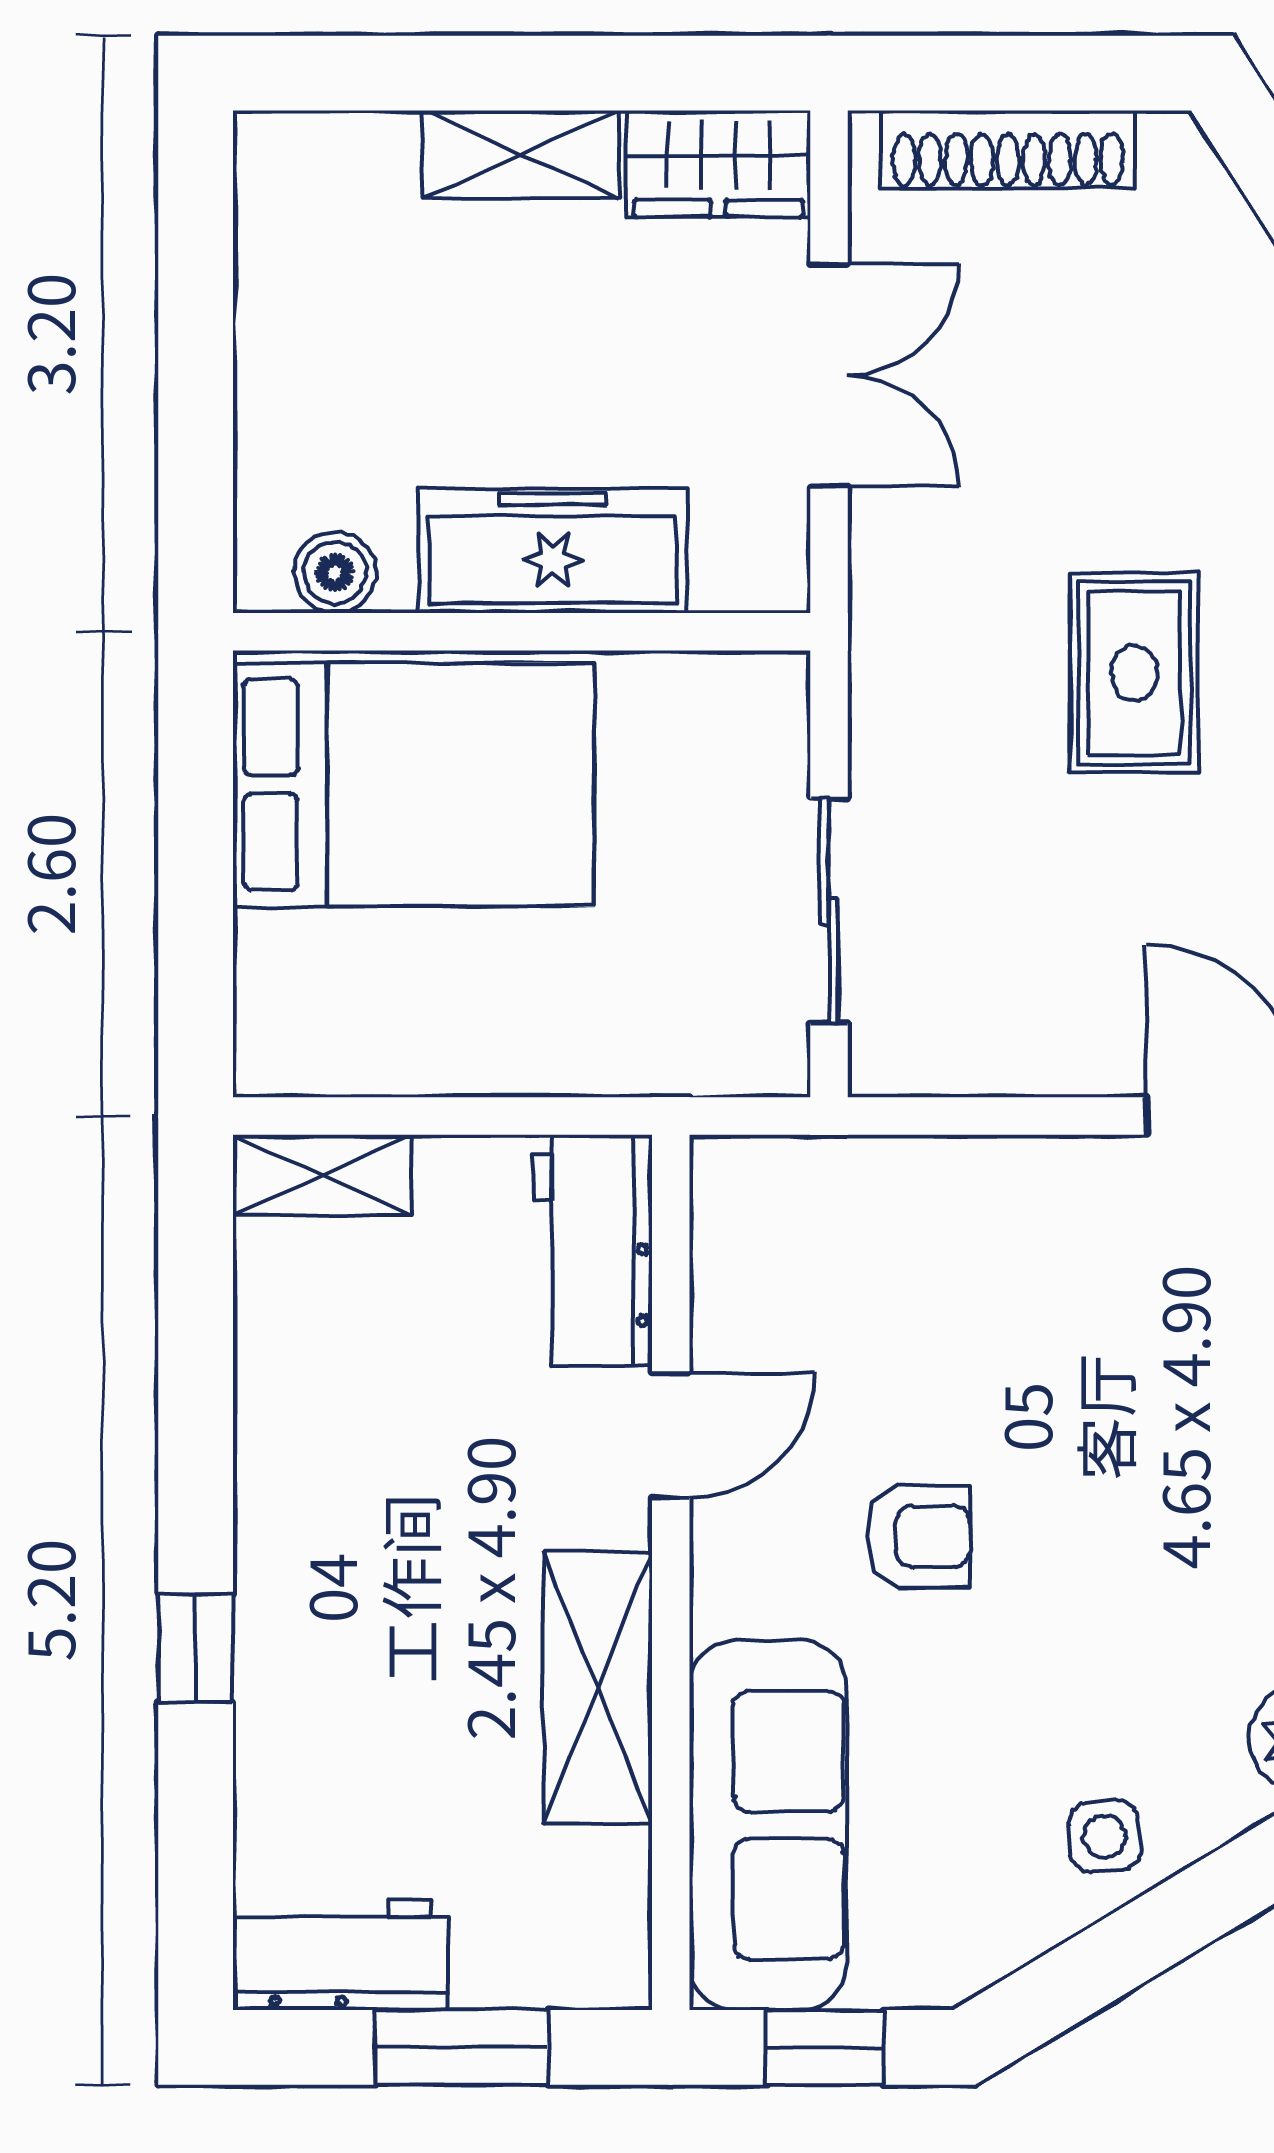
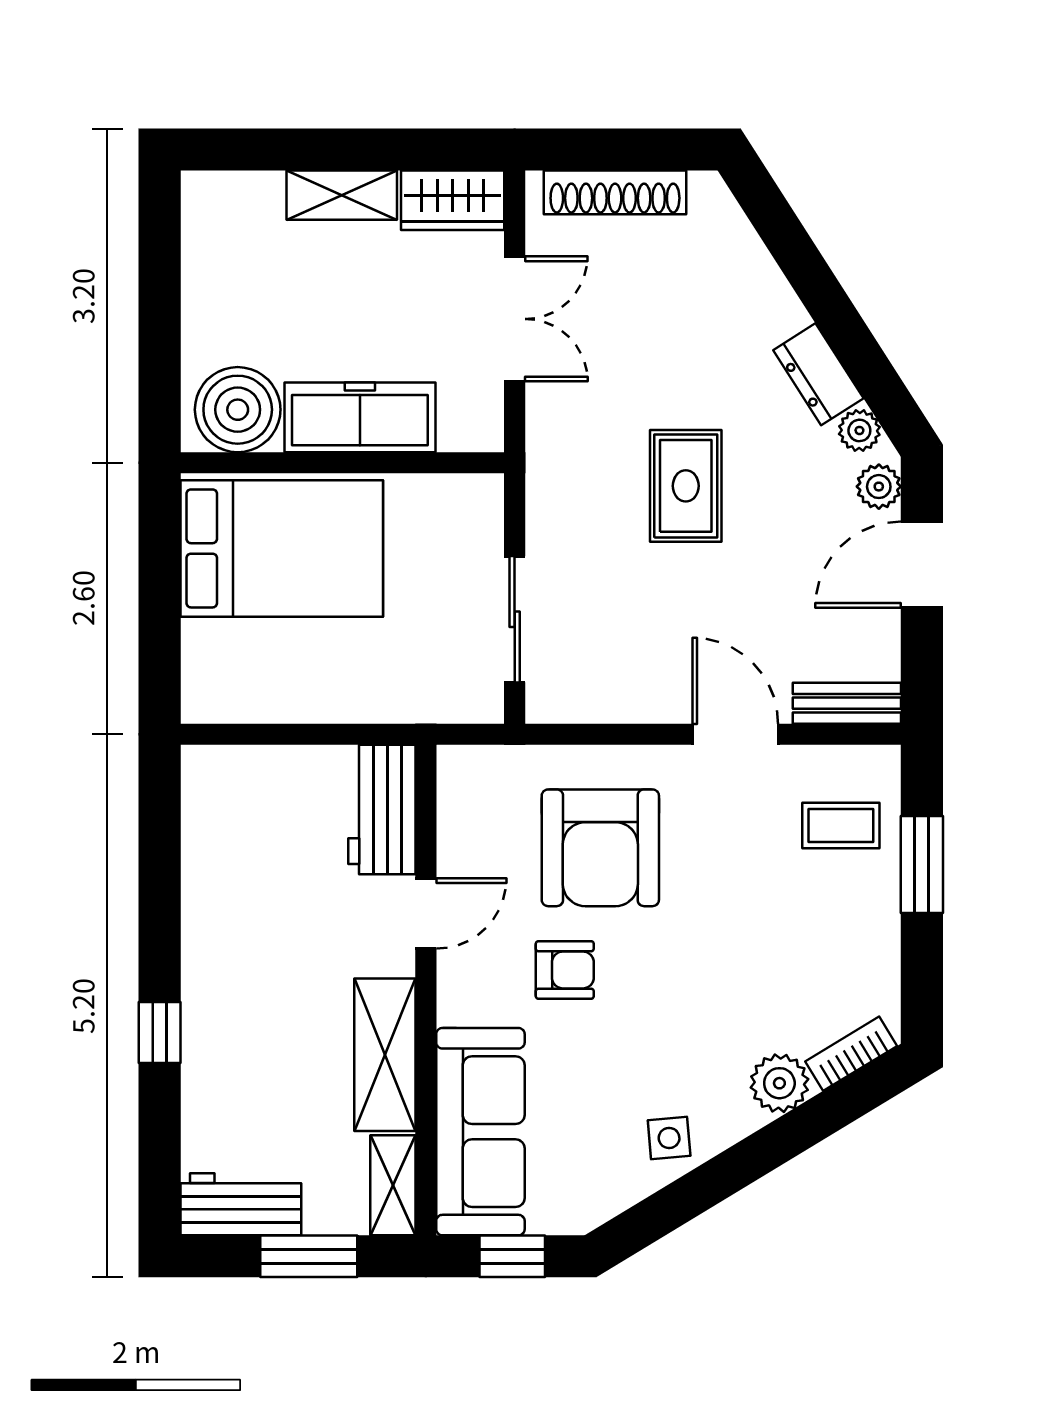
boiler: (335, 572) -> (238, 410), width x1.86, depth x1.86
shelving: (322, 1175) -> (393, 1185), moved, turned 90
armchair: (982, 1319) -> (600, 848), added

